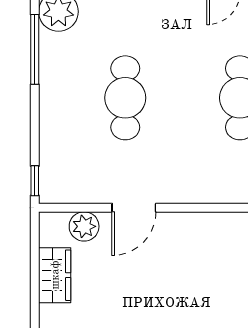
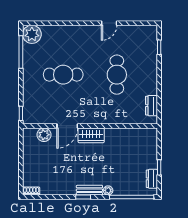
cafe table: (125, 98) -> (63, 75), turned 90
wardrobe: (55, 275) -> (91, 135), moved, turned 90

